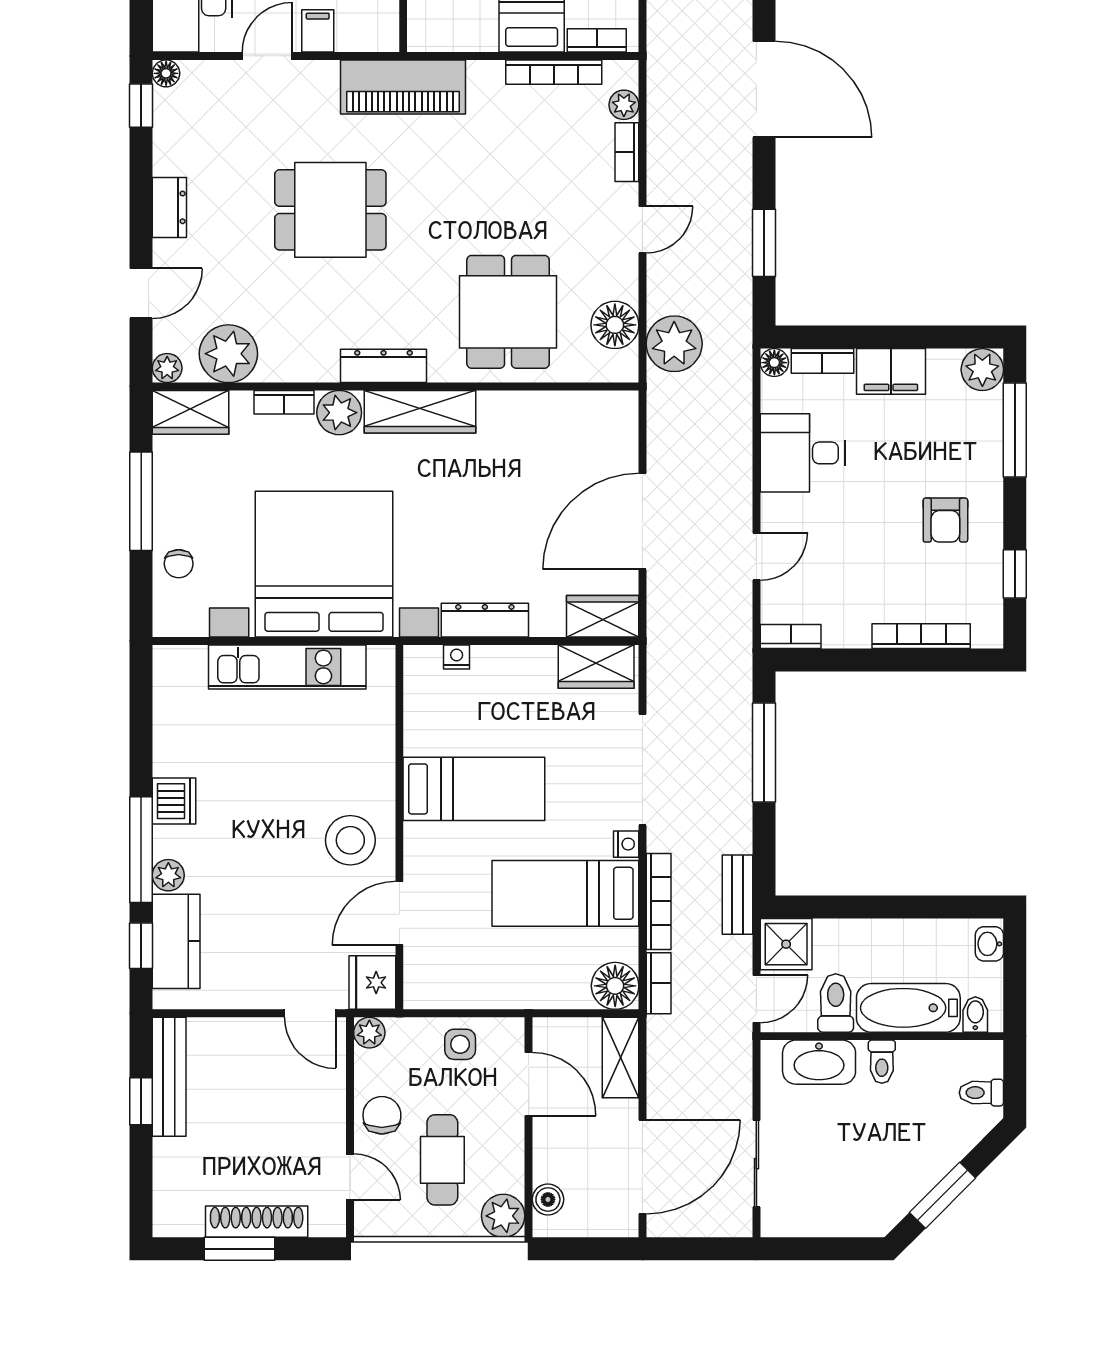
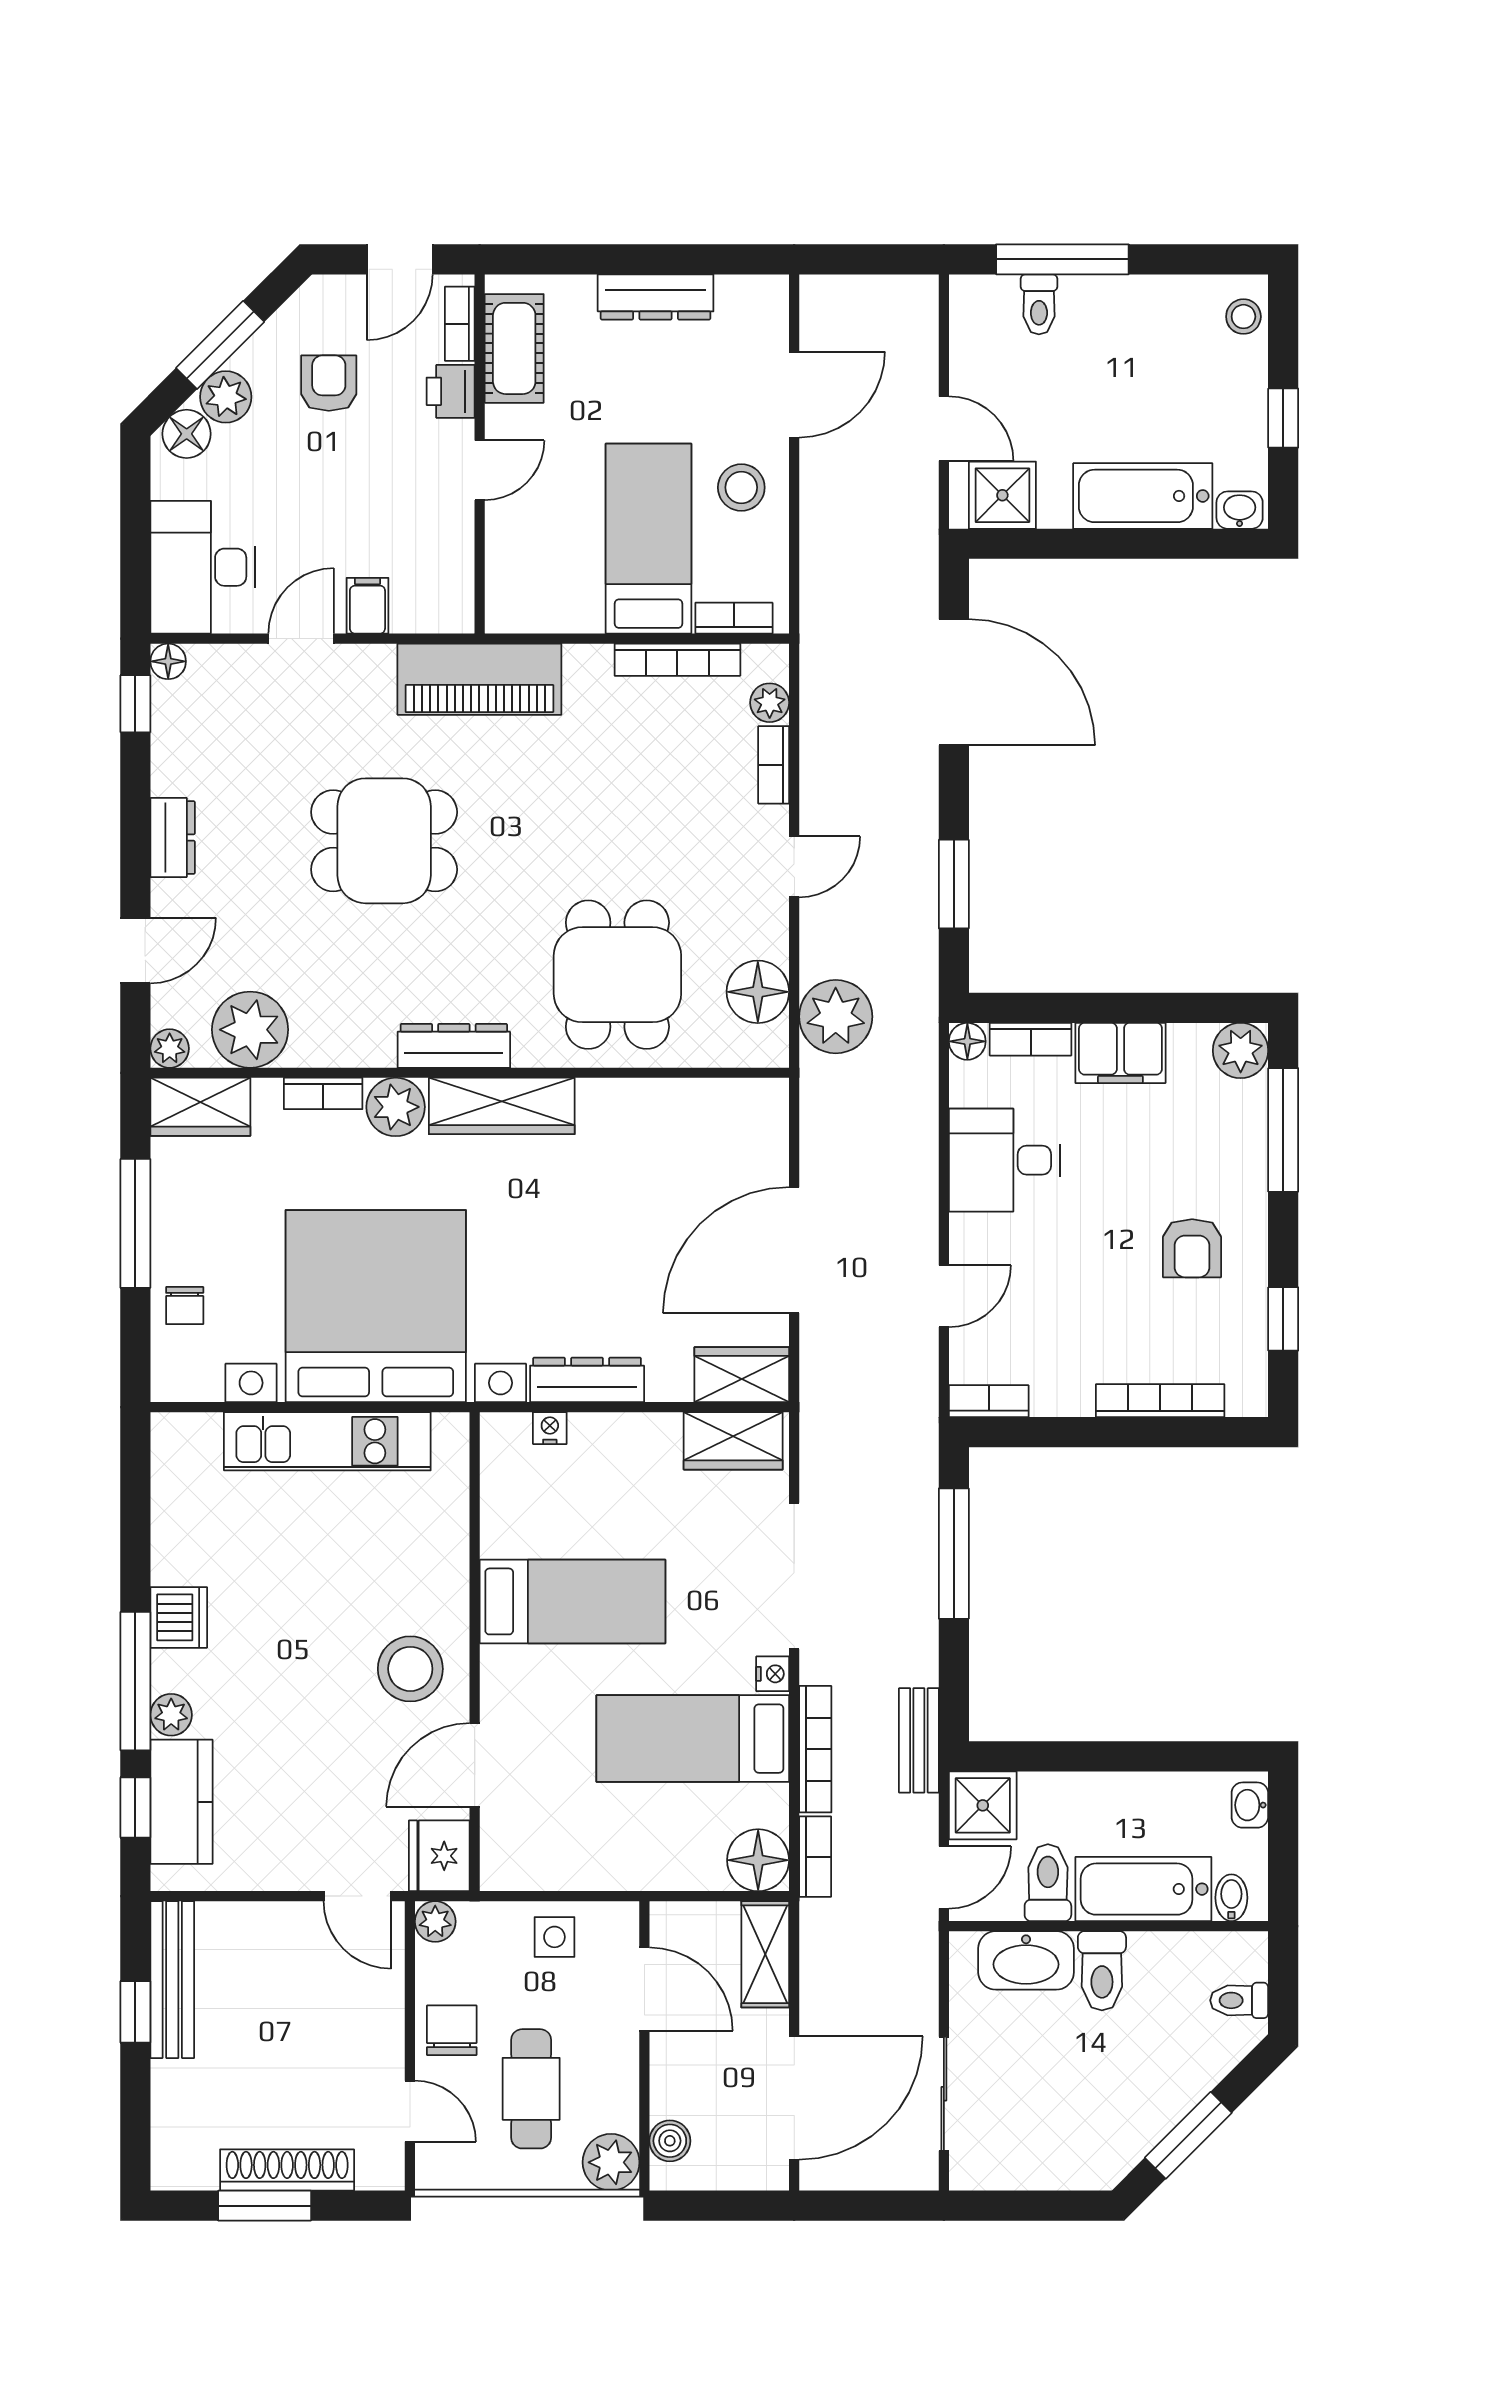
toilet: (882, 1062) -> (1102, 1971), width x1.37, depth x1.39

